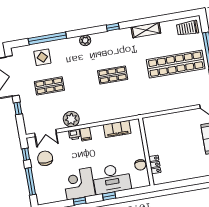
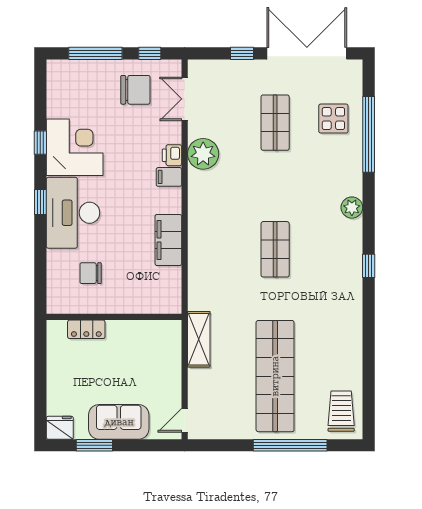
shelving: (146, 30) -> (199, 339), moved
wall: (146, 152) -> (114, 317), moved
locker: (155, 165) -> (86, 329), moved

